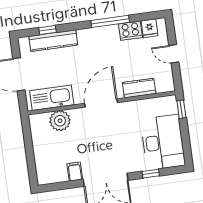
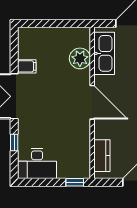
kitchen counter: (139, 88) -> (102, 156), moved
desk: (163, 142) -> (37, 164), width x0.73, depth x0.77

